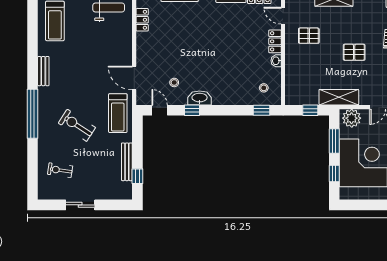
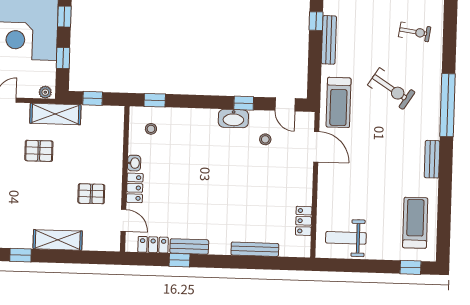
pallet: (354, 52) -> (39, 151), moved
treadmill: (118, 113) -> (339, 102), turned 180
plant: (352, 118) -> (45, 92), width x0.53, depth x0.53
window: (334, 141) -> (63, 58), width x0.67

